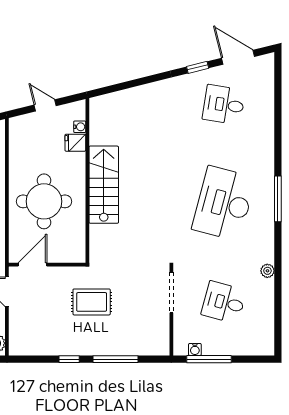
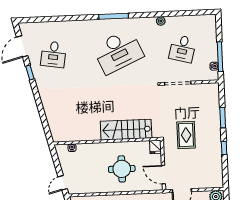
door: (45, 105) -> (63, 183), moved
fridge: (75, 143) -> (155, 147), moved
stairs: (104, 185) -> (126, 130), moved
round table: (44, 201) -> (122, 169), width x0.73, depth x0.73
desk: (224, 203) -> (118, 51), turned -39
window: (116, 359) -> (223, 118), width x0.69

